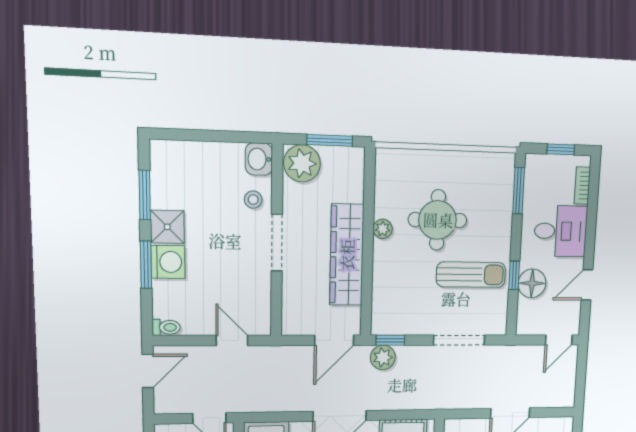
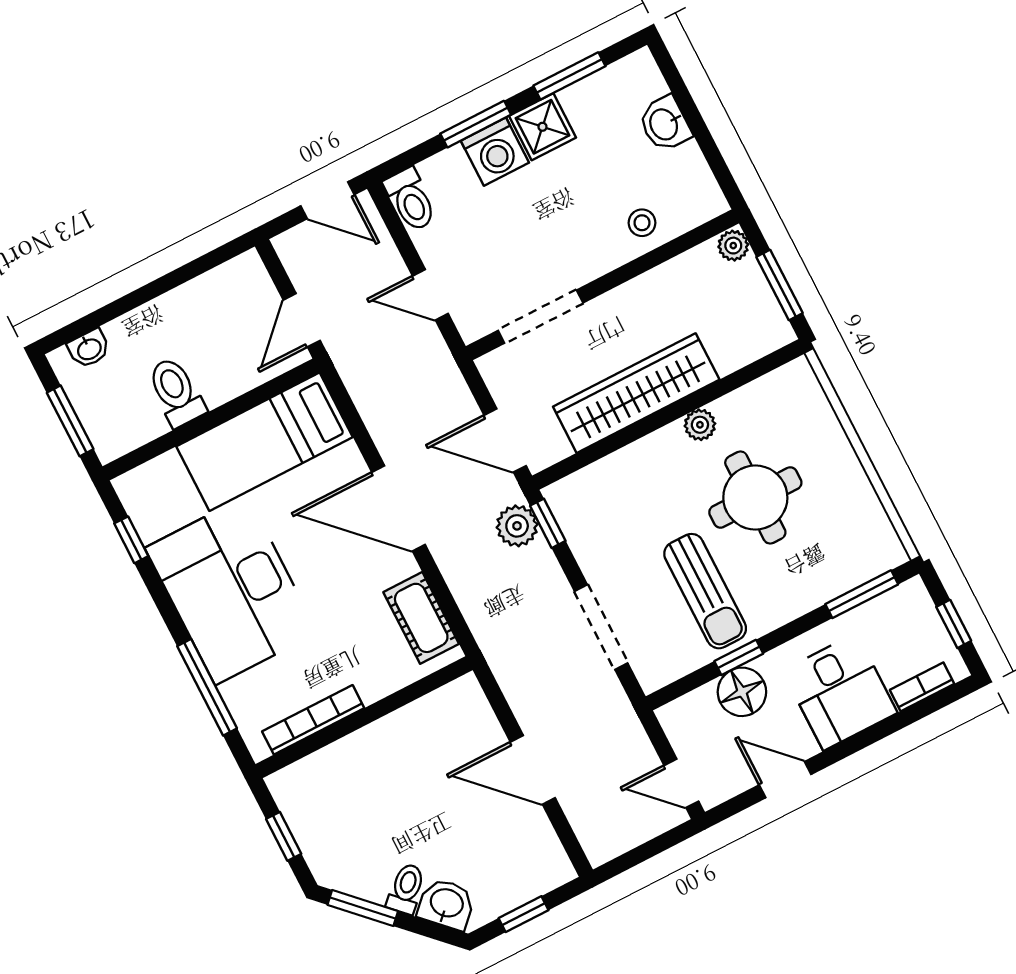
washbasin: (259, 159) -> (665, 124), moved, turned -90
plant: (302, 163) -> (733, 246), width x0.53, depth x0.53
doorway: (277, 243) -> (541, 317), moved
toilet: (166, 327) -> (410, 200), width x1.37, depth x1.39
door: (232, 340) -> (430, 295), swing flipped

